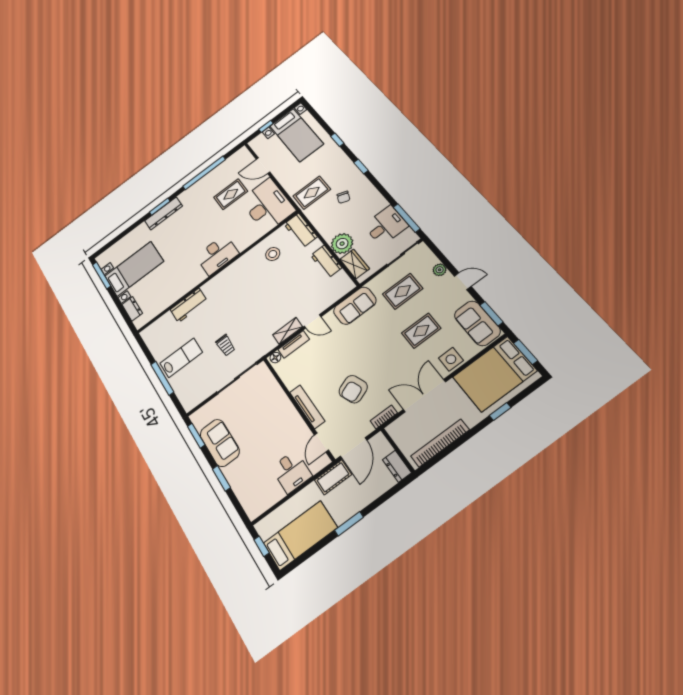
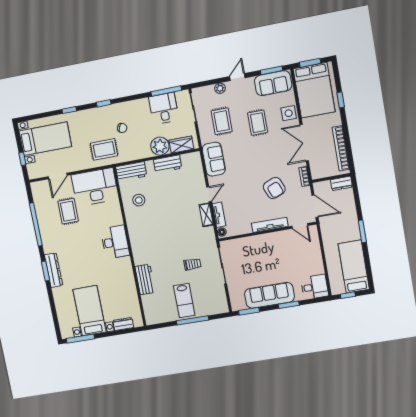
rug: (312, 193) -> (104, 149), turned 90
lab bench: (181, 358) -> (184, 301), turned 180
sofa: (220, 443) -> (269, 295), width x1.36
desk: (291, 472) -> (315, 287), moved
cot: (333, 477) -> (327, 228), removed

